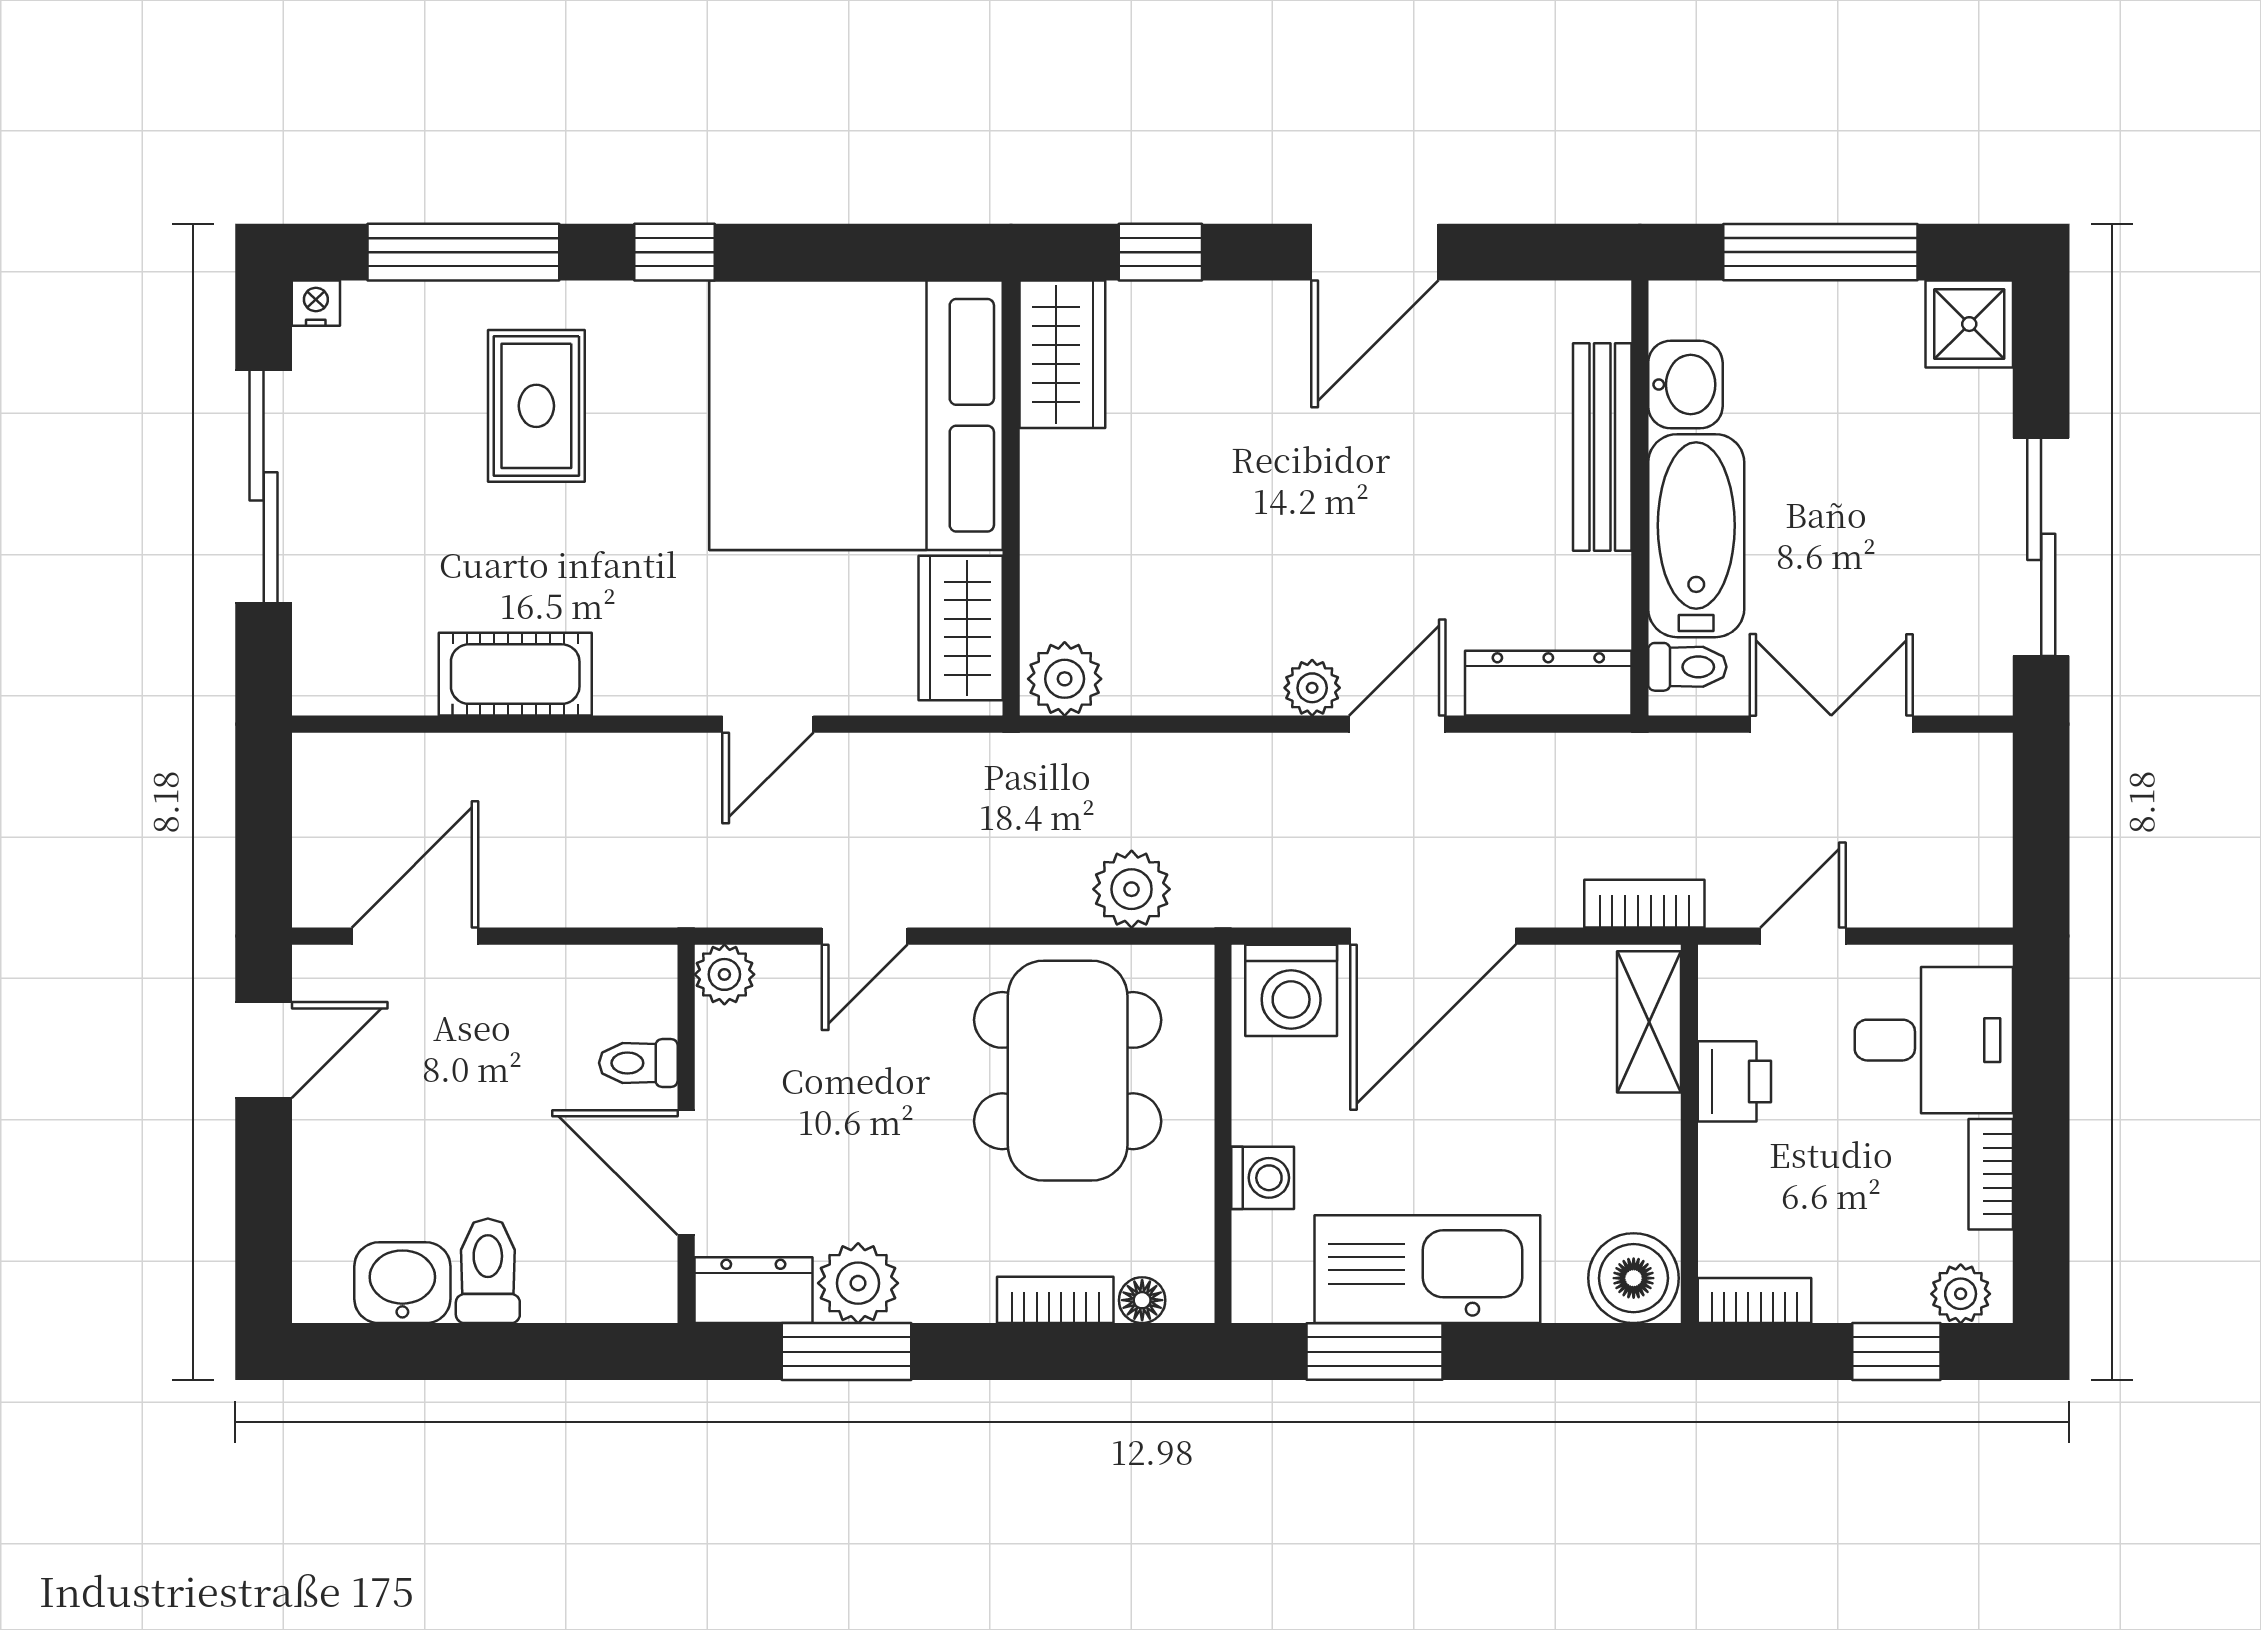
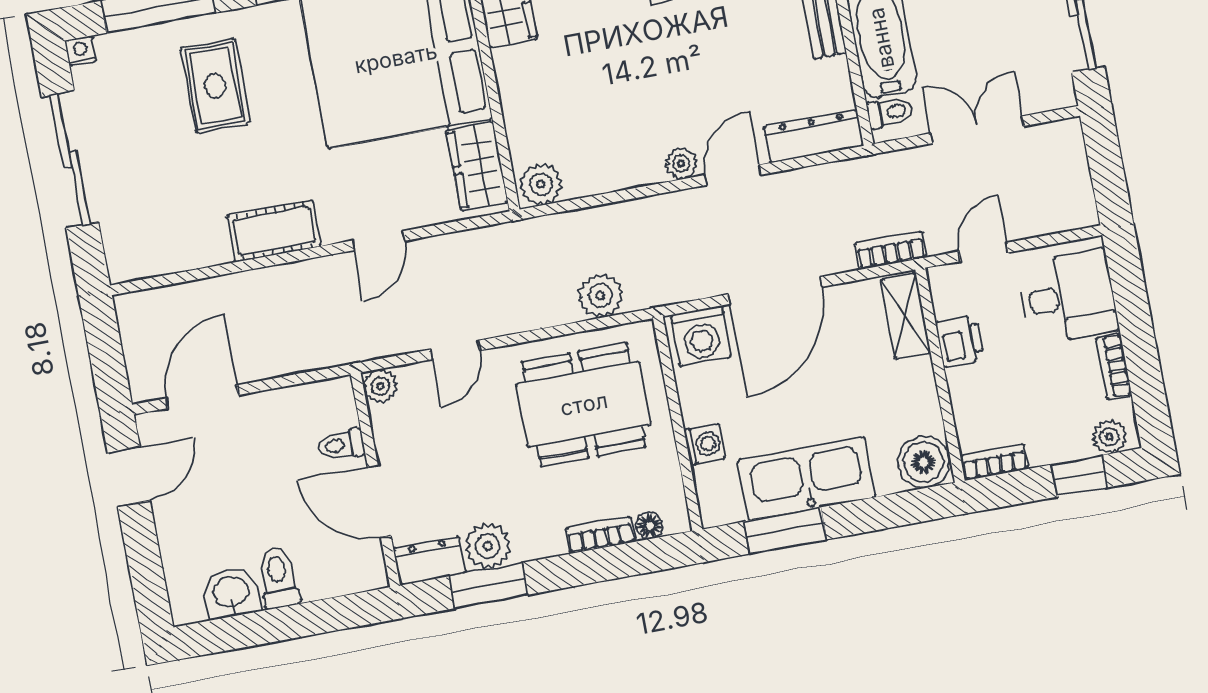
cot: (515, 674) -> (274, 231), moved
dining table: (1068, 1071) -> (584, 404), turned 90

